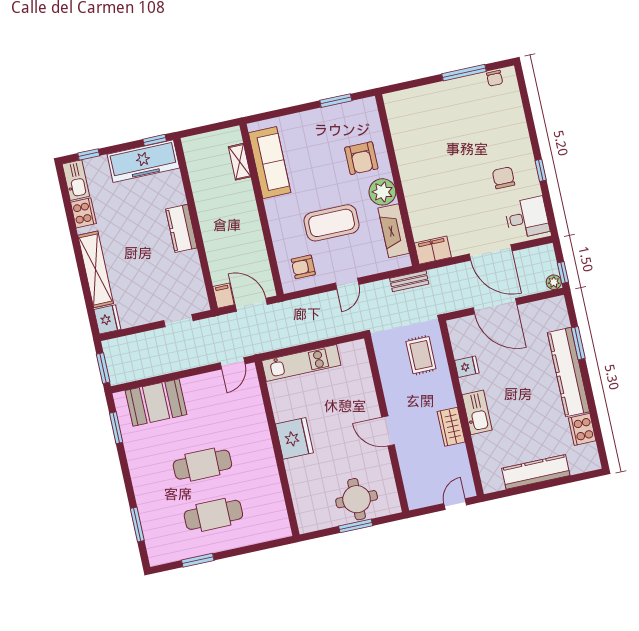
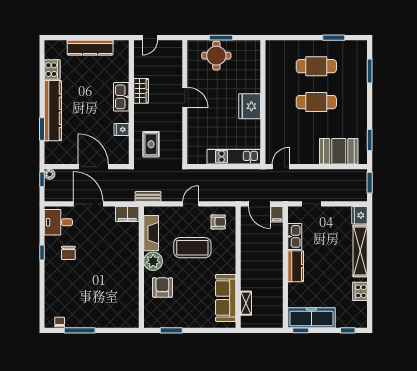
kitchen sink: (76, 180) -> (295, 236), moved, turned 180

